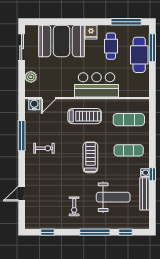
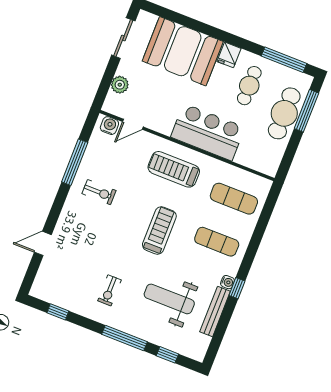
treadmill: (85, 116) -> (174, 169), turned 180
weight bench: (113, 197) -> (169, 299), turned 180

